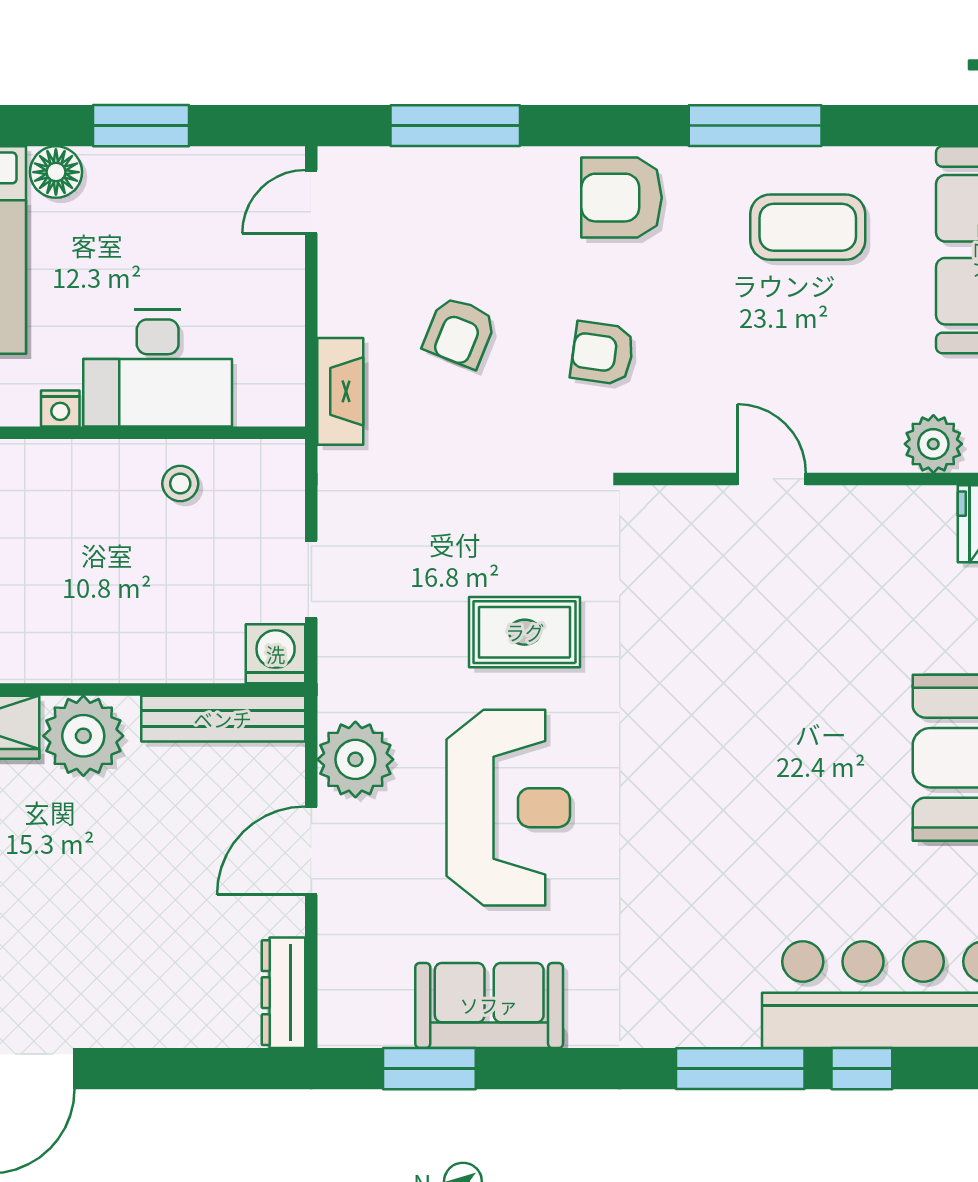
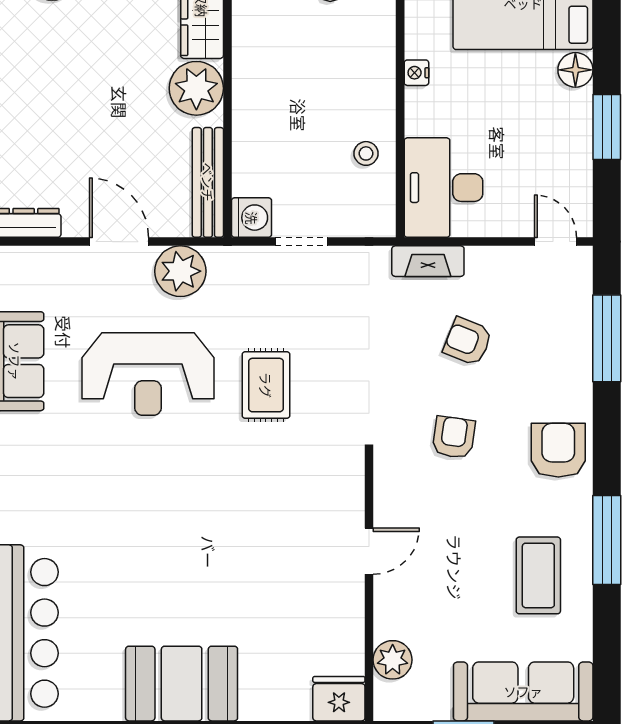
desk: (158, 368) -> (443, 188), moved

